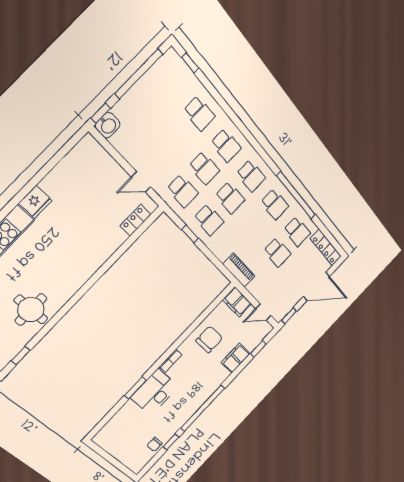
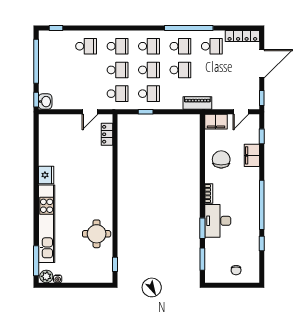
school desk: (277, 252) -> (180, 70), moved
window: (109, 416) -> (202, 259), added
chair: (155, 444) -> (236, 270), moved

